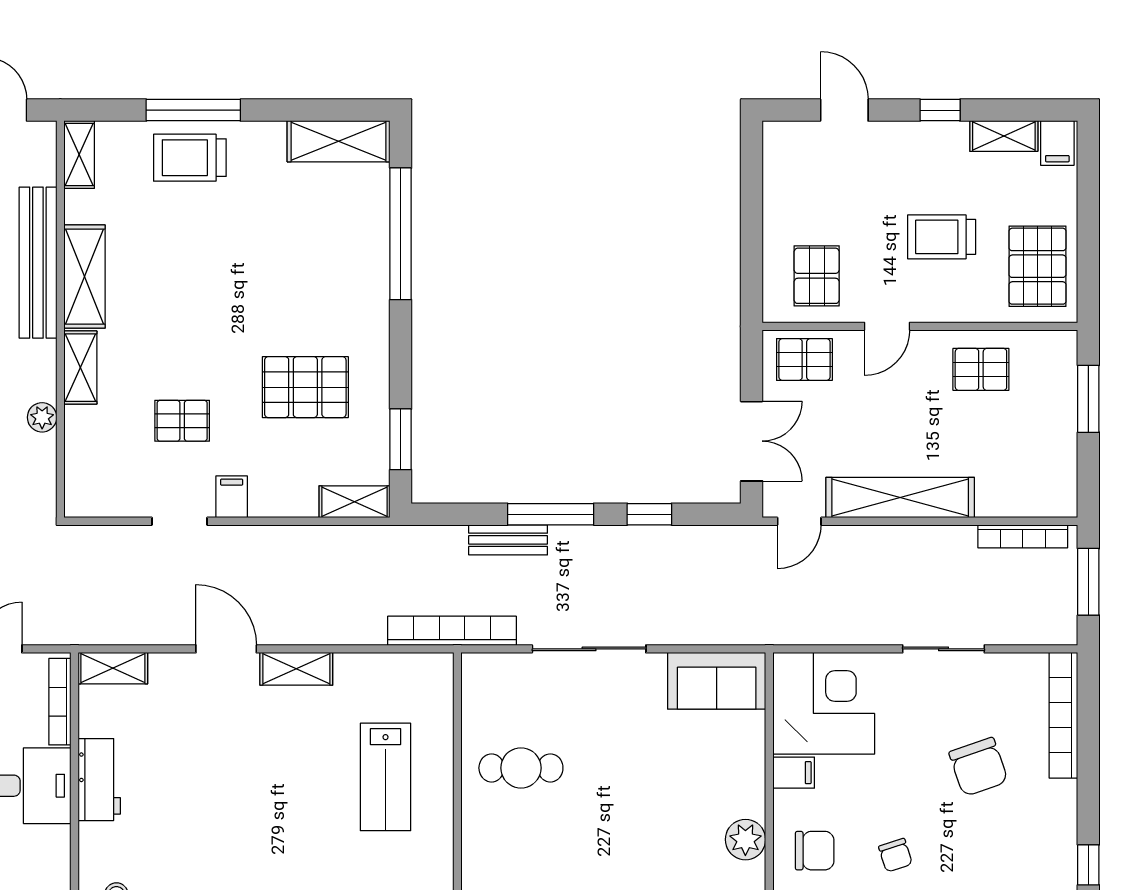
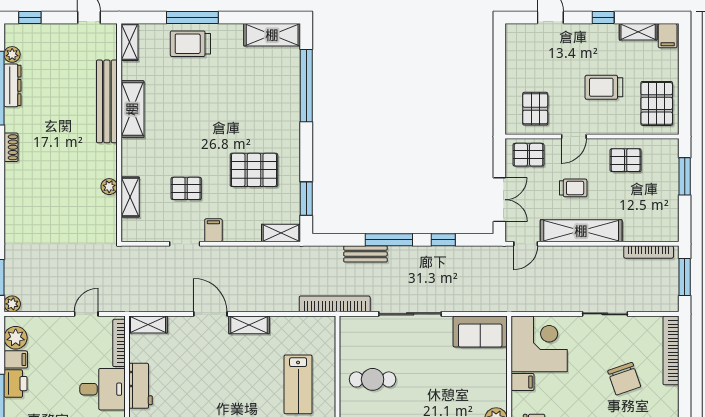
shelving: (80, 368) -> (130, 197), moved
trolley: (886, 420) -> (573, 188), added

